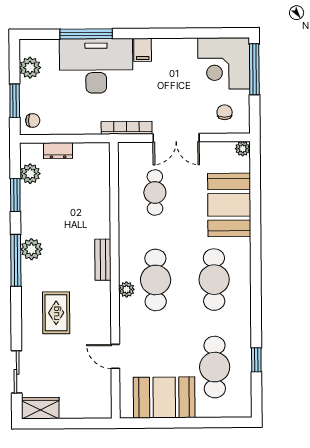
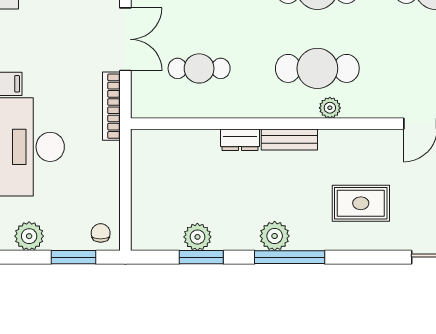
dresser: (58, 151) -> (240, 140), moved, turned 90
plant: (30, 174) -> (197, 237), moved

